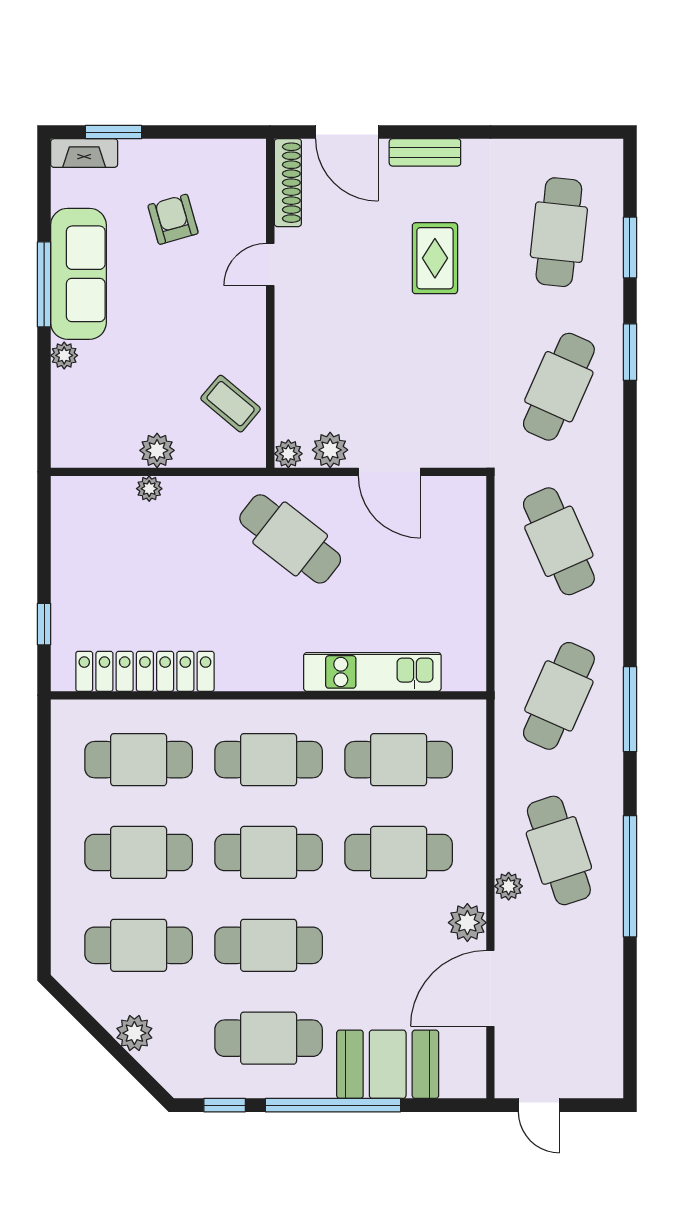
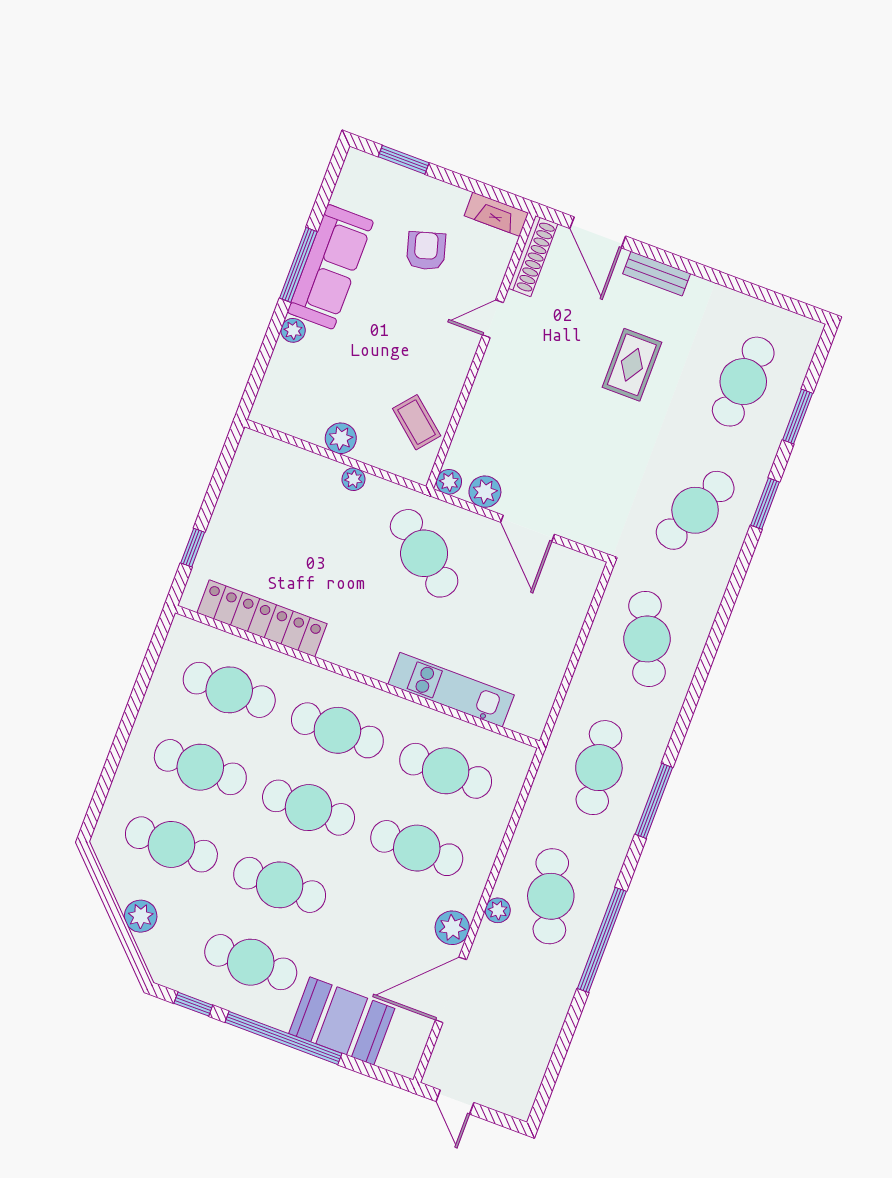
fireplace: (84, 153) -> (496, 214), moved
plant: (149, 489) -> (353, 479), moved
cafe table: (559, 696) -> (599, 768), turned -33

